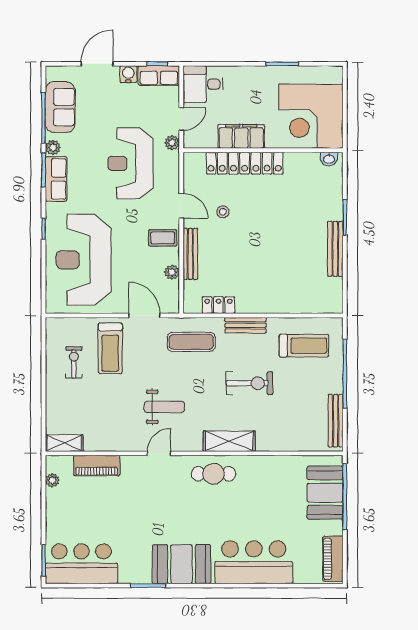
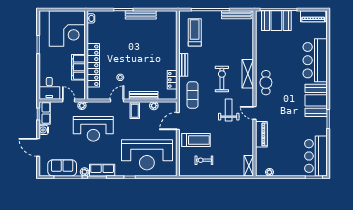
exercise bike: (250, 383) -> (222, 79), moved
piano: (97, 466) -> (261, 134), moved

